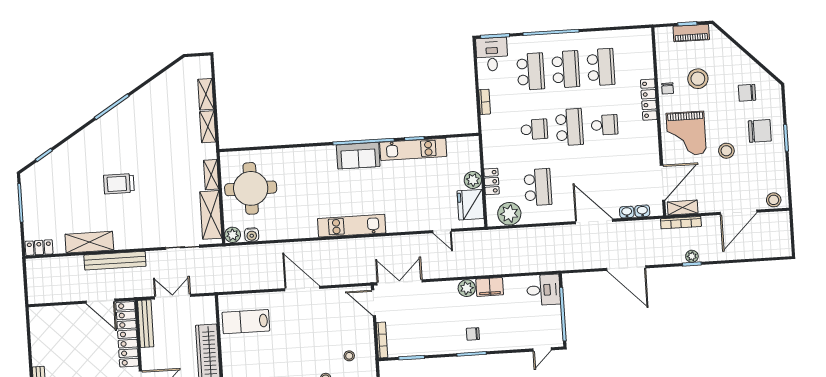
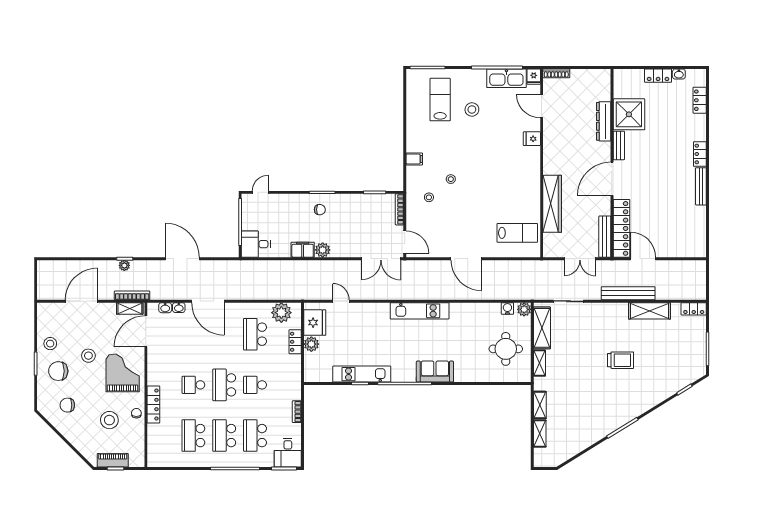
chair: (747, 93) -> (67, 405), turned 180
sofa: (358, 156) -> (435, 372), moved
round table: (251, 188) -> (506, 349), width x0.73, depth x0.73
stool: (774, 200) -> (50, 344), moved

